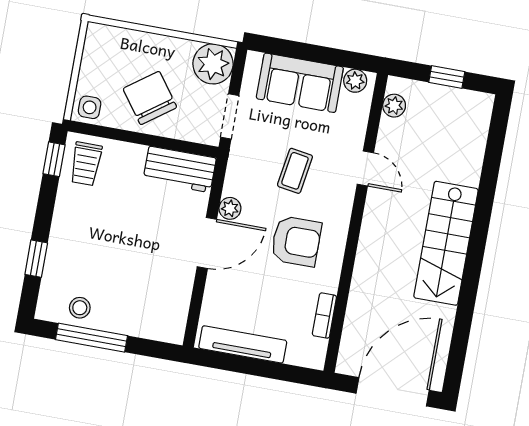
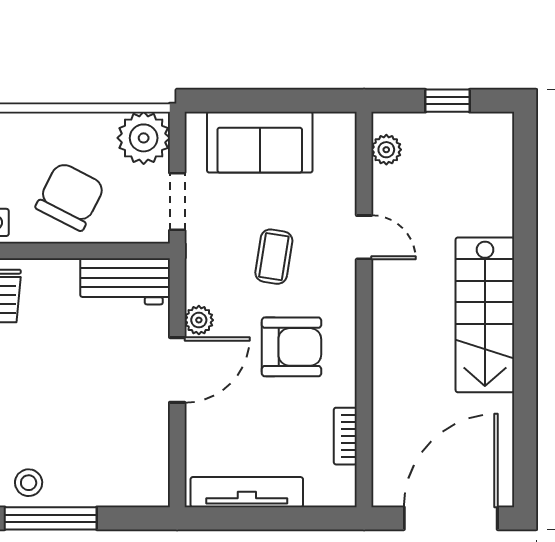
plant: (355, 81) -> (330, 127), removed
chair: (150, 98) -> (70, 196), turned 63

